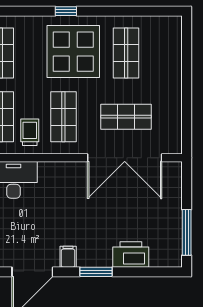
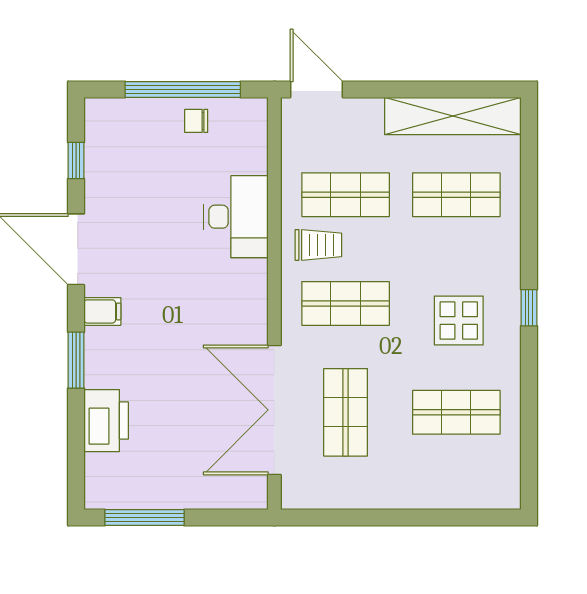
display table: (73, 52) -> (459, 321), width x0.54, depth x0.54

